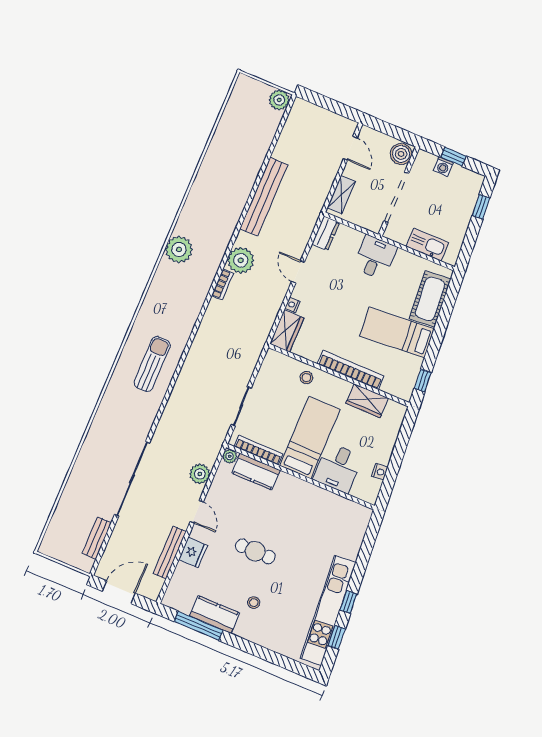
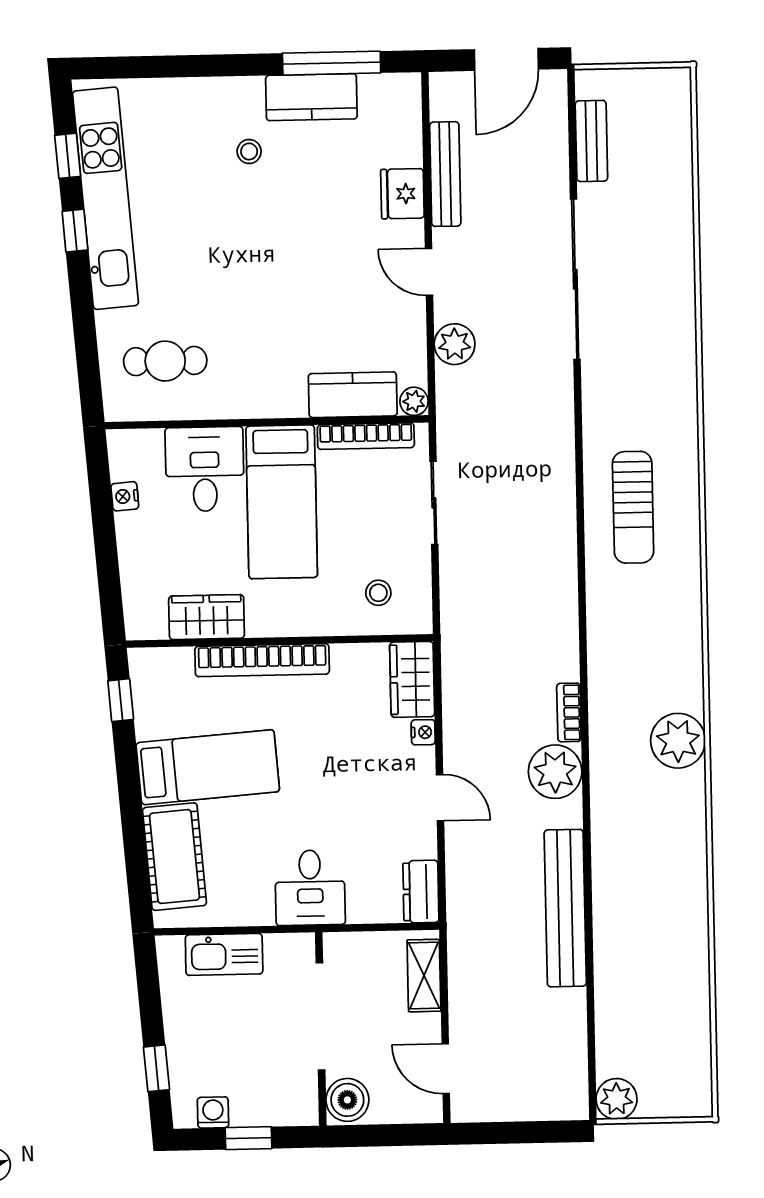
washing machine: (443, 167) -> (213, 1112), moved
stool: (306, 377) -> (378, 593), moved
cafe table: (255, 551) -> (165, 361), moved

